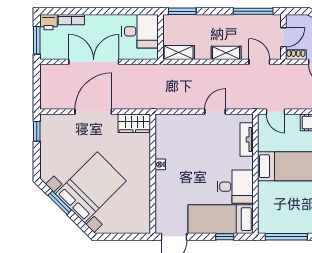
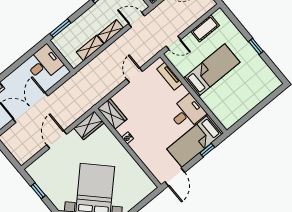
shelving: (179, 52) -> (90, 48), moved
door: (93, 112) -> (57, 140), width x0.73
wardrobe: (165, 130) -> (112, 114), added
window: (37, 131) -> (38, 191), moved
window: (286, 237) -> (247, 117), removed

